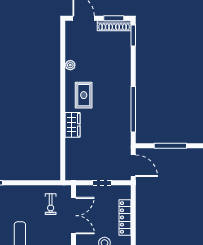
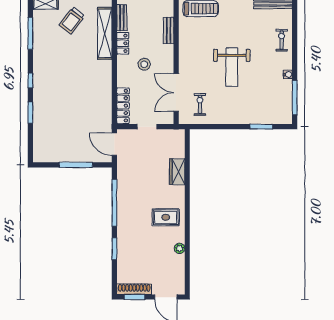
window: (133, 35) -> (114, 249), moved
rug: (84, 95) -> (166, 217), turned 90
wardrobe: (73, 125) -> (177, 172), moved
locker: (125, 217) -> (123, 106), moved

